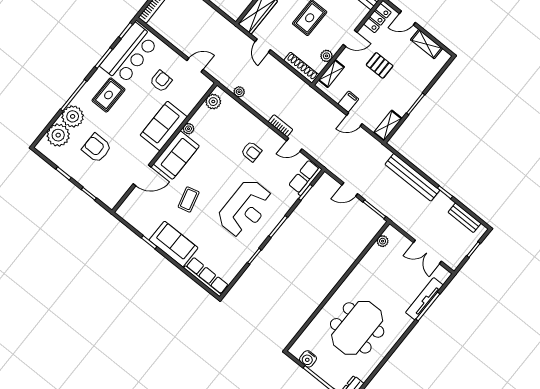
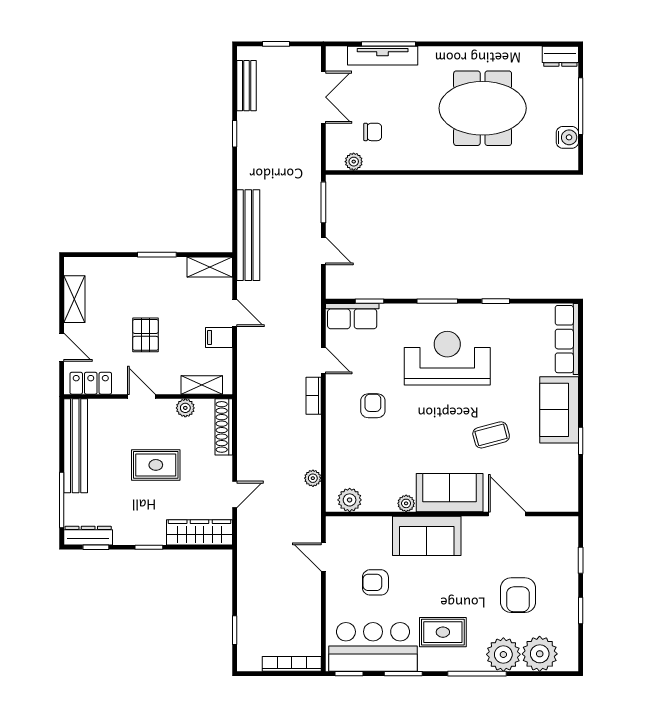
bench: (412, 177) -> (248, 235), moved
chair: (390, 263) -> (373, 132), added

